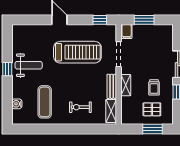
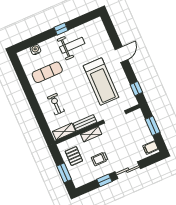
filing cabinet: (127, 32) -> (151, 148), moved
weight bench: (29, 65) -> (72, 45), turned -90
pallet: (152, 109) -> (74, 156), moved

